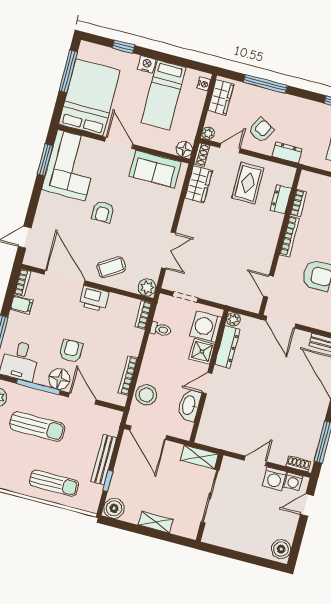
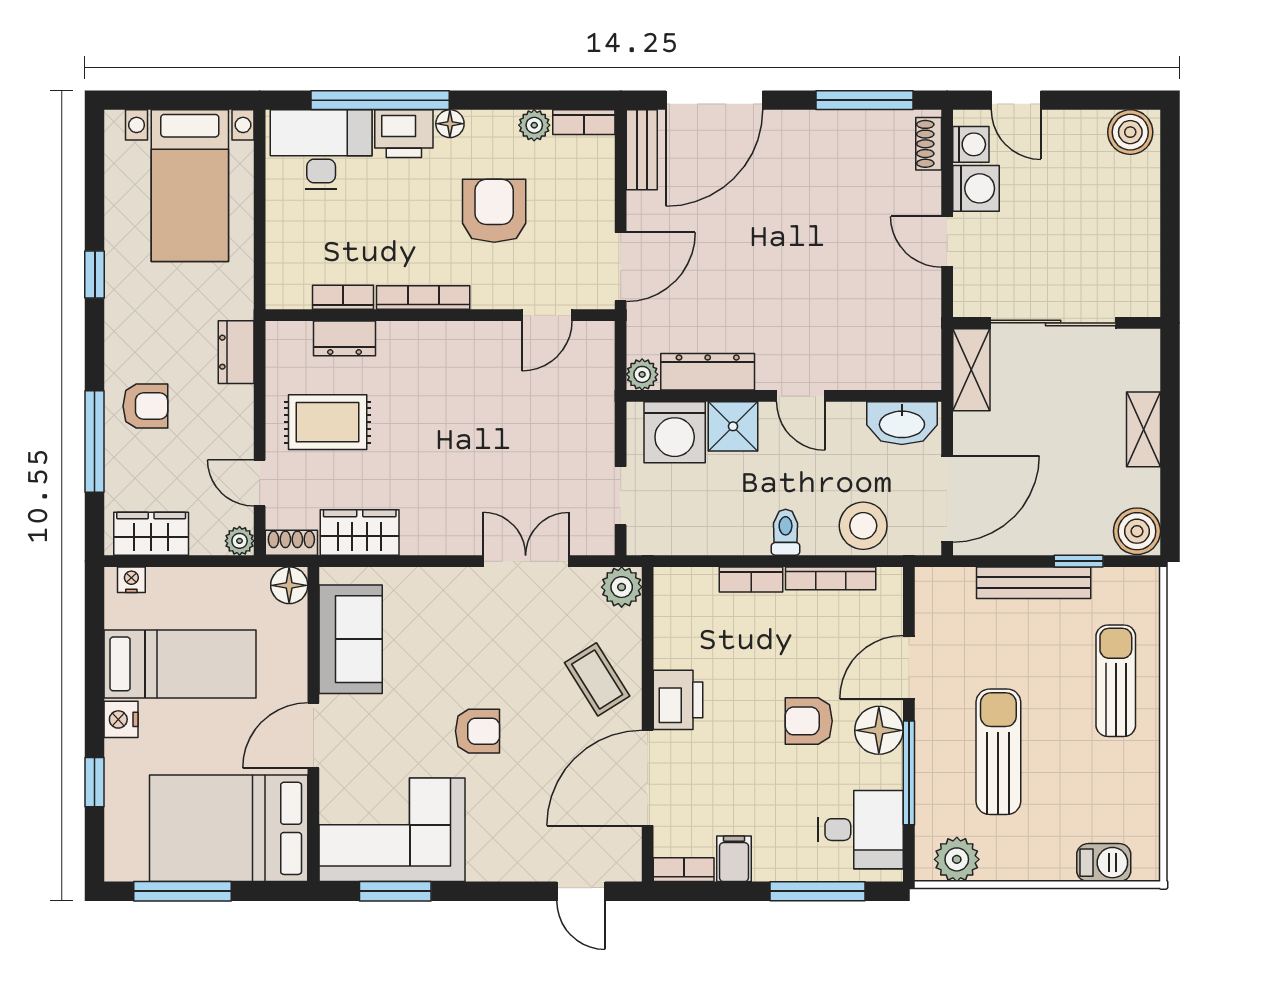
armchair: (261, 130) -> (145, 406), moved, turned 152
bookcase: (143, 315) -> (751, 579), moved
toilet: (161, 329) -> (786, 532), moved
washbasin: (189, 405) -> (902, 423), moved

